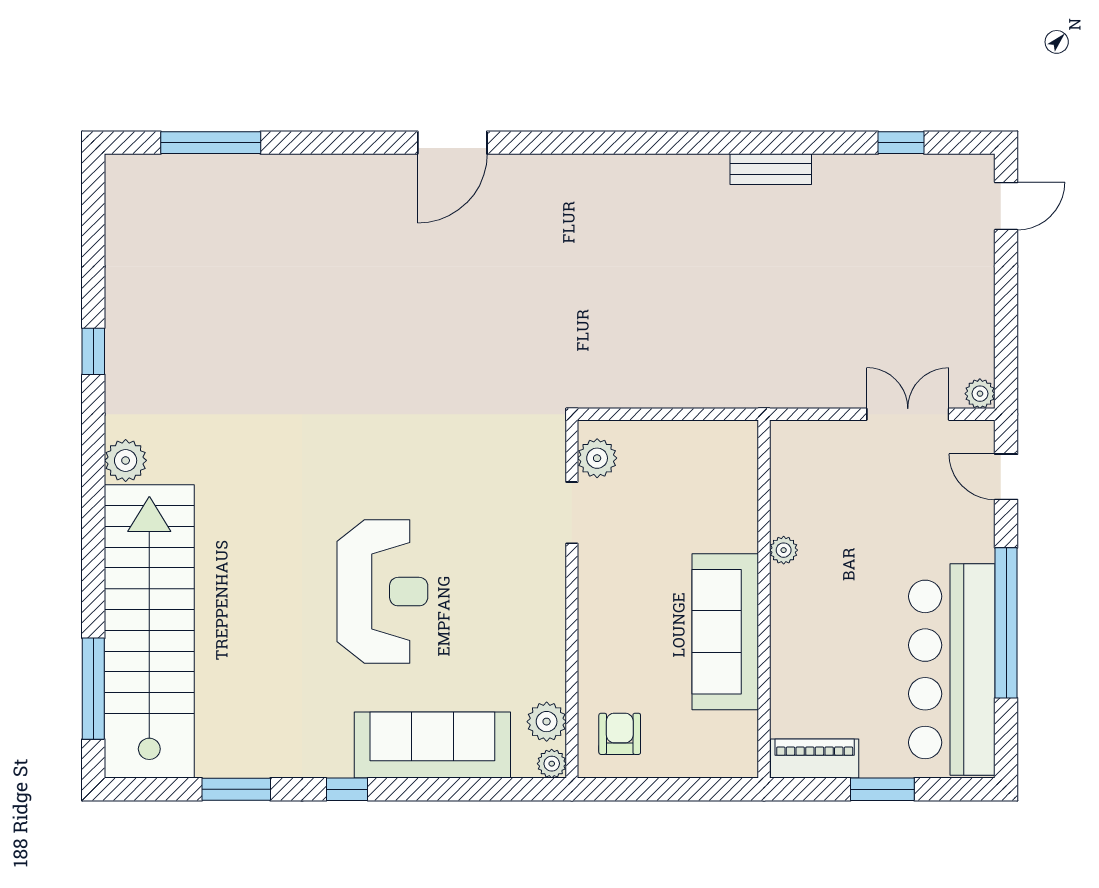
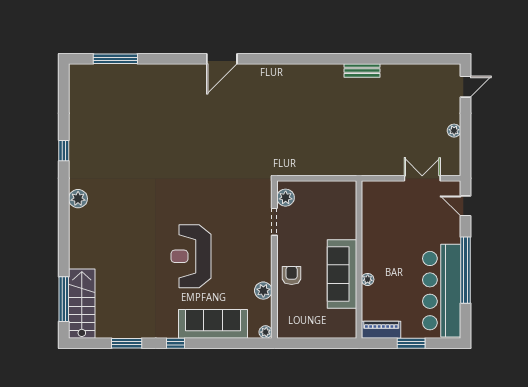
window: (901, 143) -> (419, 59), removed
plant: (980, 394) -> (454, 131), moved
plant: (784, 550) -> (368, 279), moved
reception desk: (382, 592) -> (191, 256), turned 180
stairs: (149, 631) -> (82, 304), width x0.54, depth x0.66
plant: (547, 722) -> (263, 291), moved
armchair: (620, 734) -> (292, 275), moved

